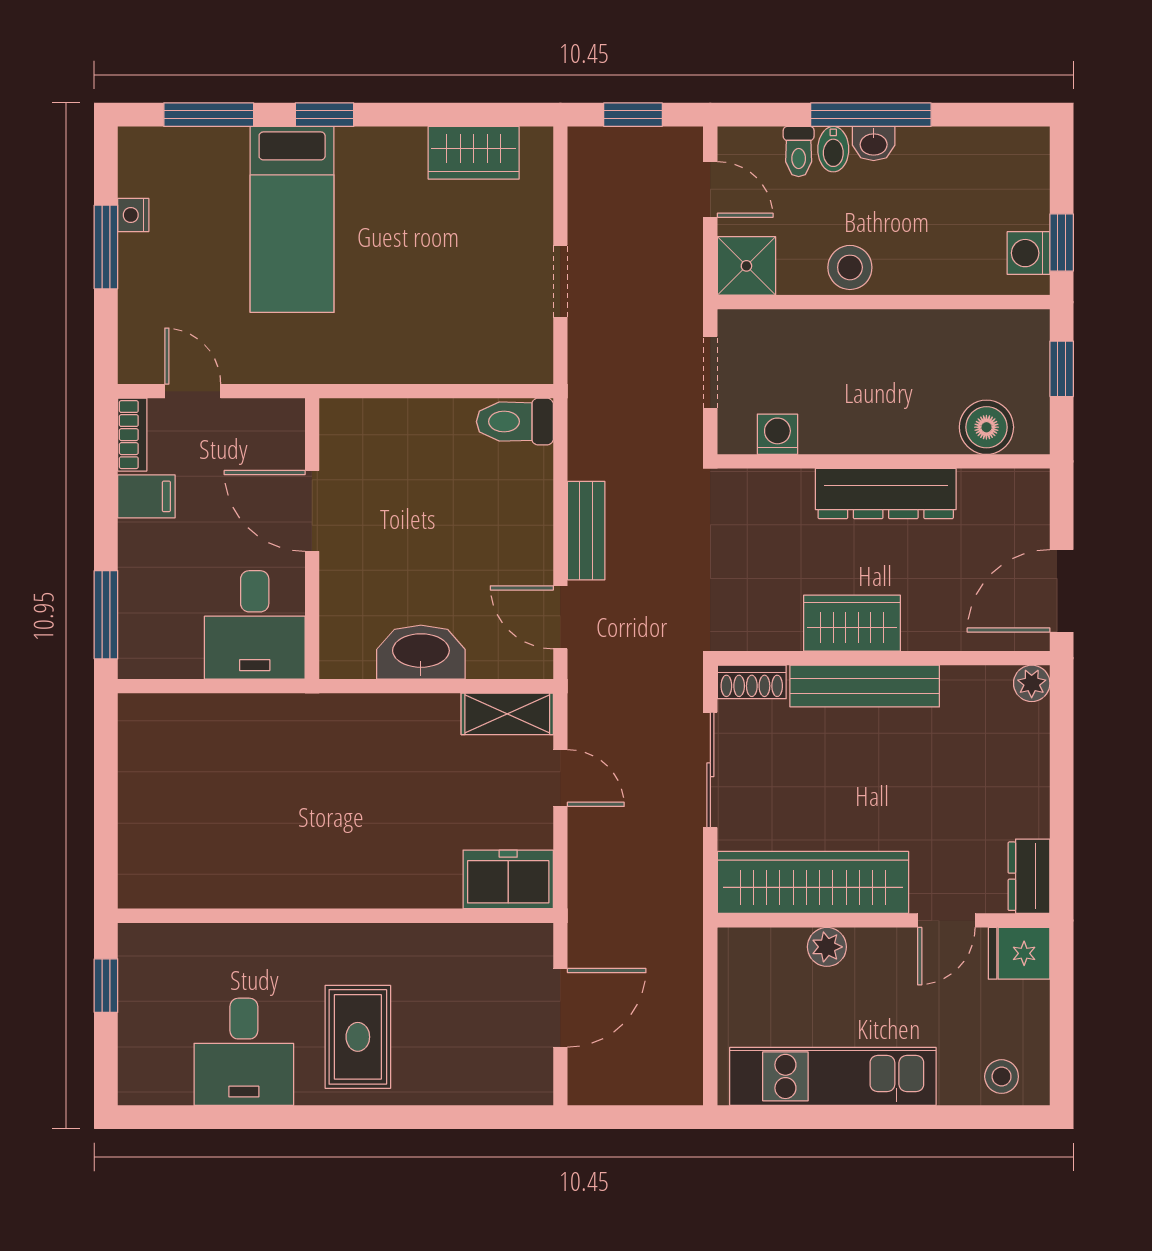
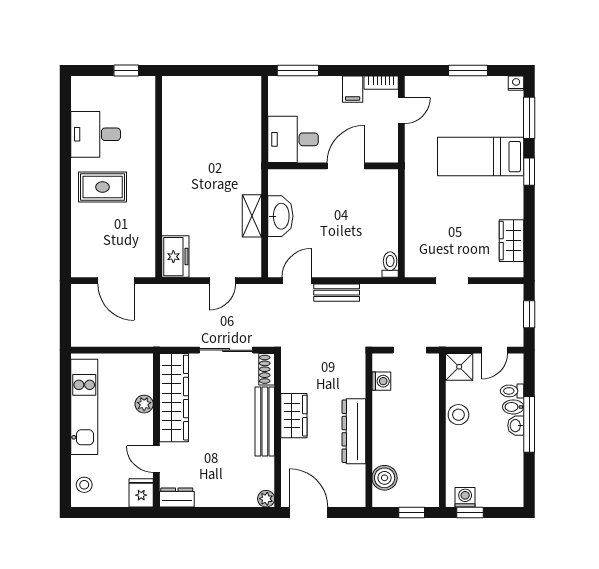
nightstand: (133, 215) -> (516, 83), moved
toilet: (515, 422) -> (390, 265), width x0.73, depth x0.72
shelving: (507, 714) -> (252, 216), moved

